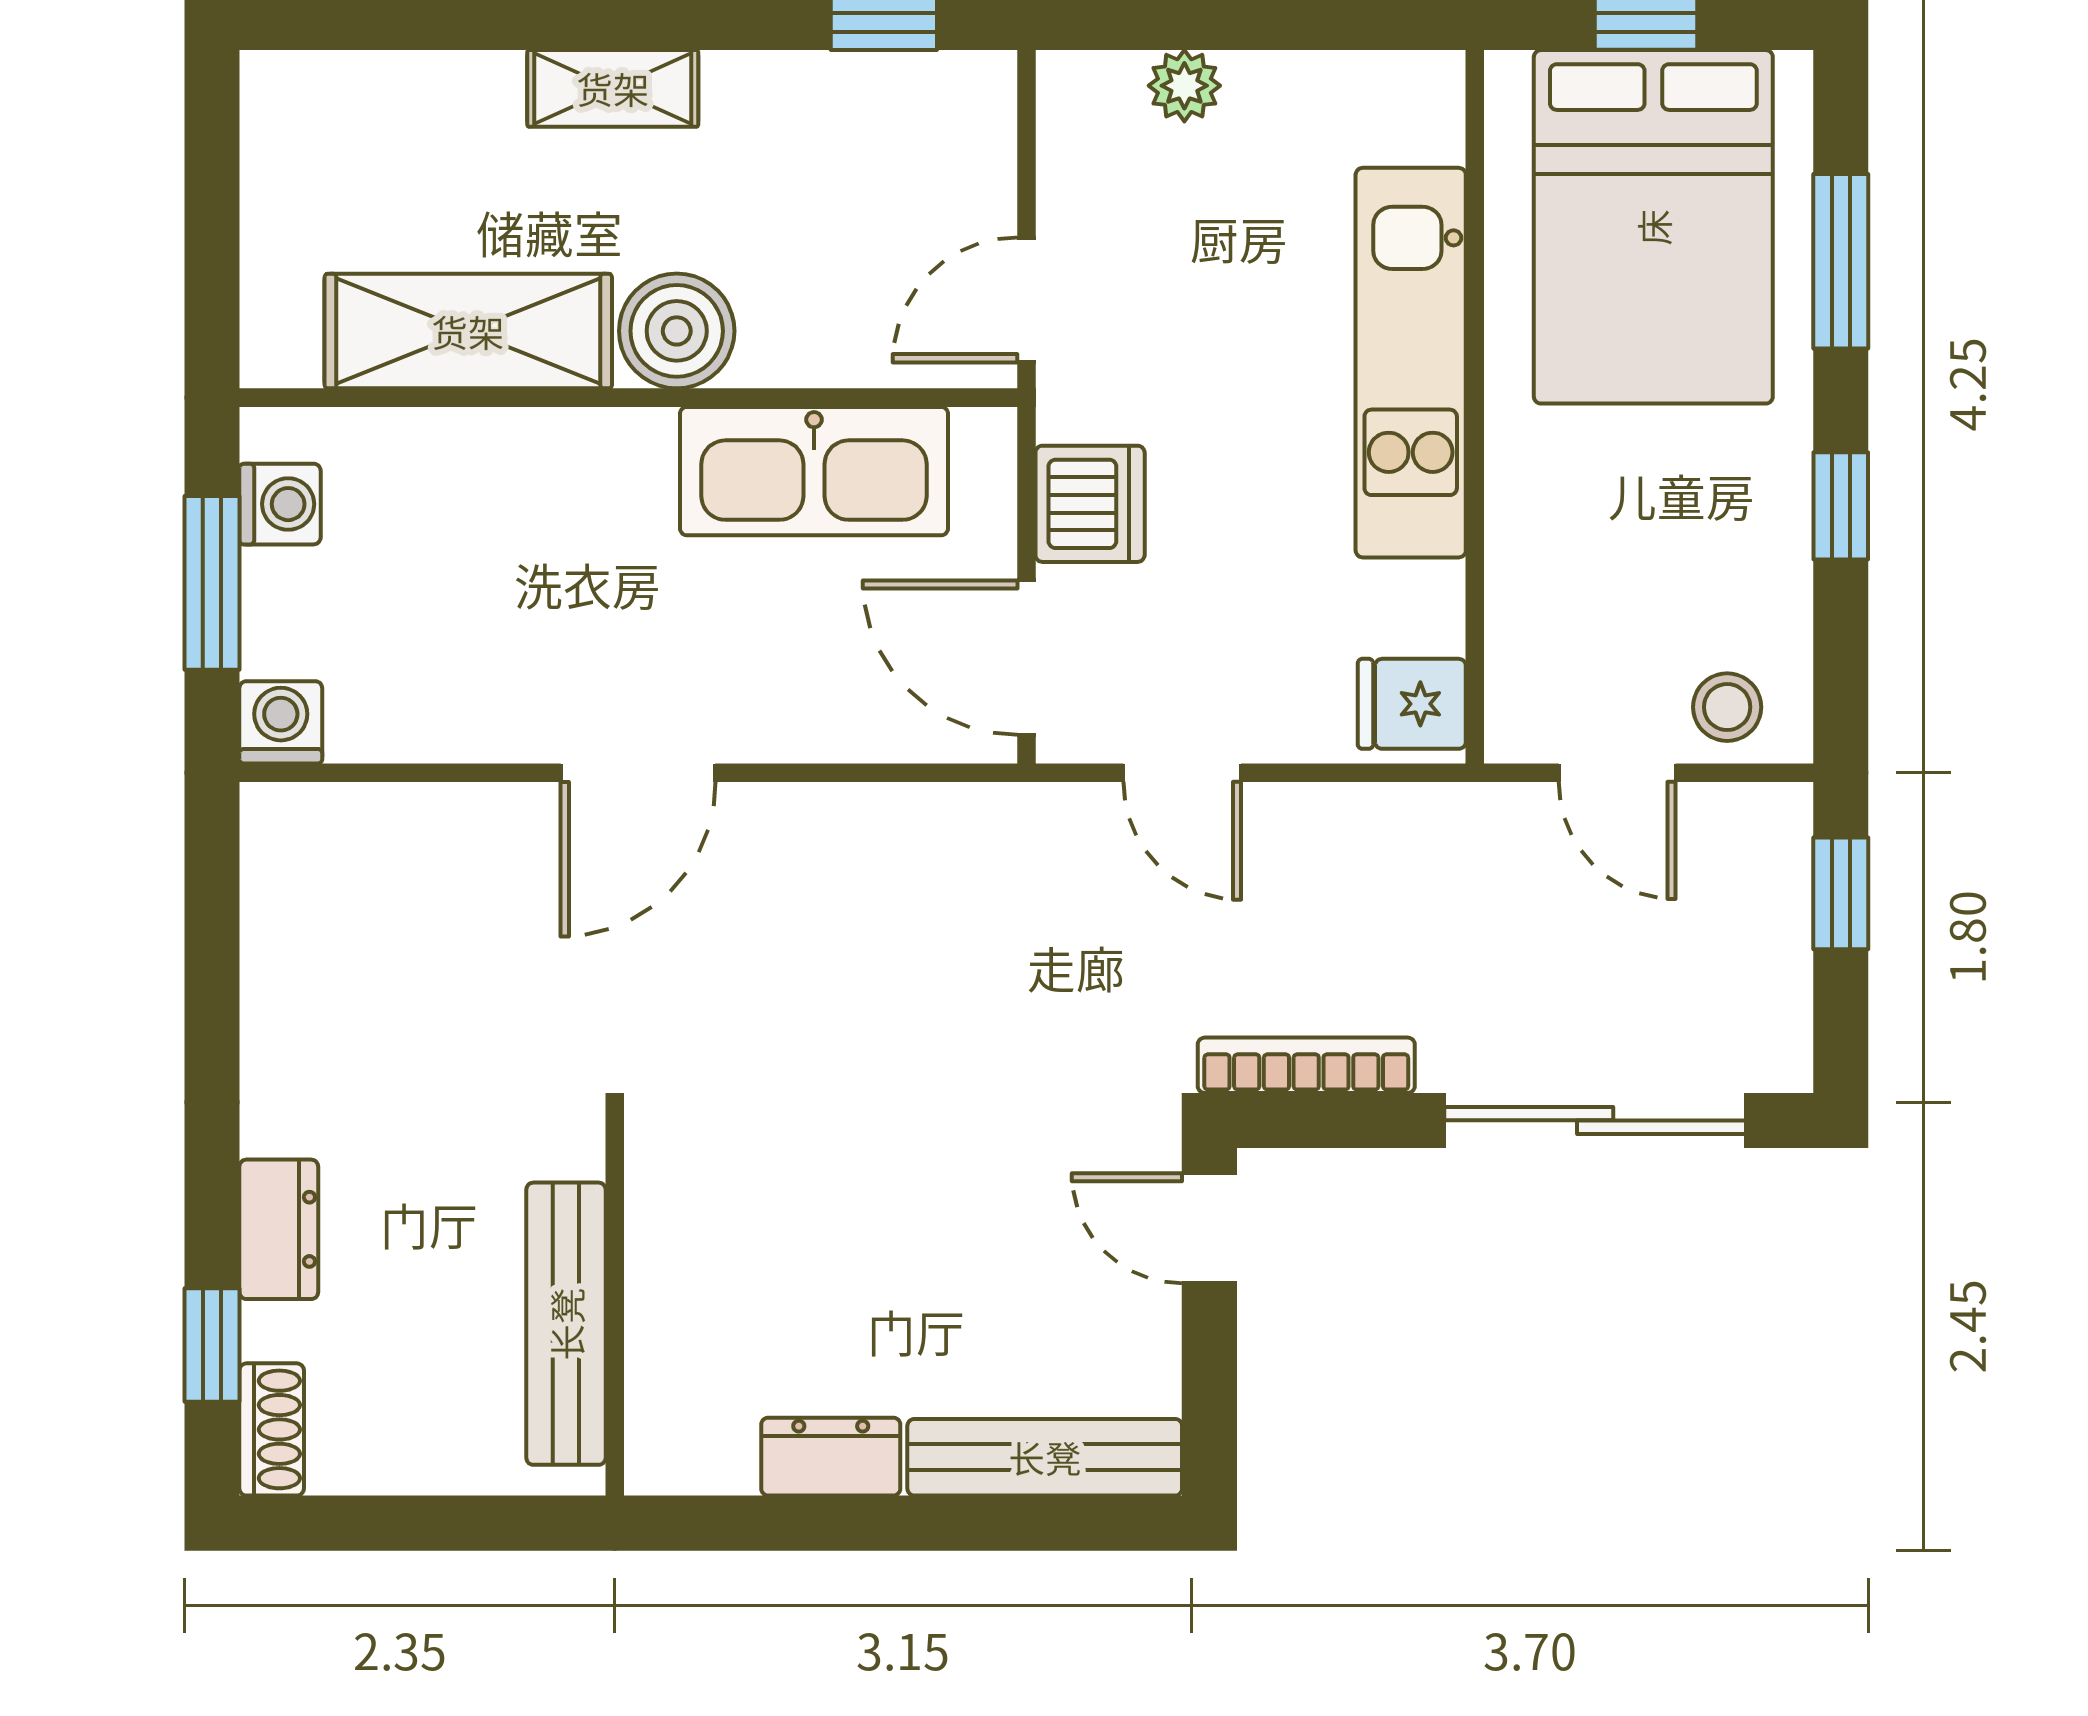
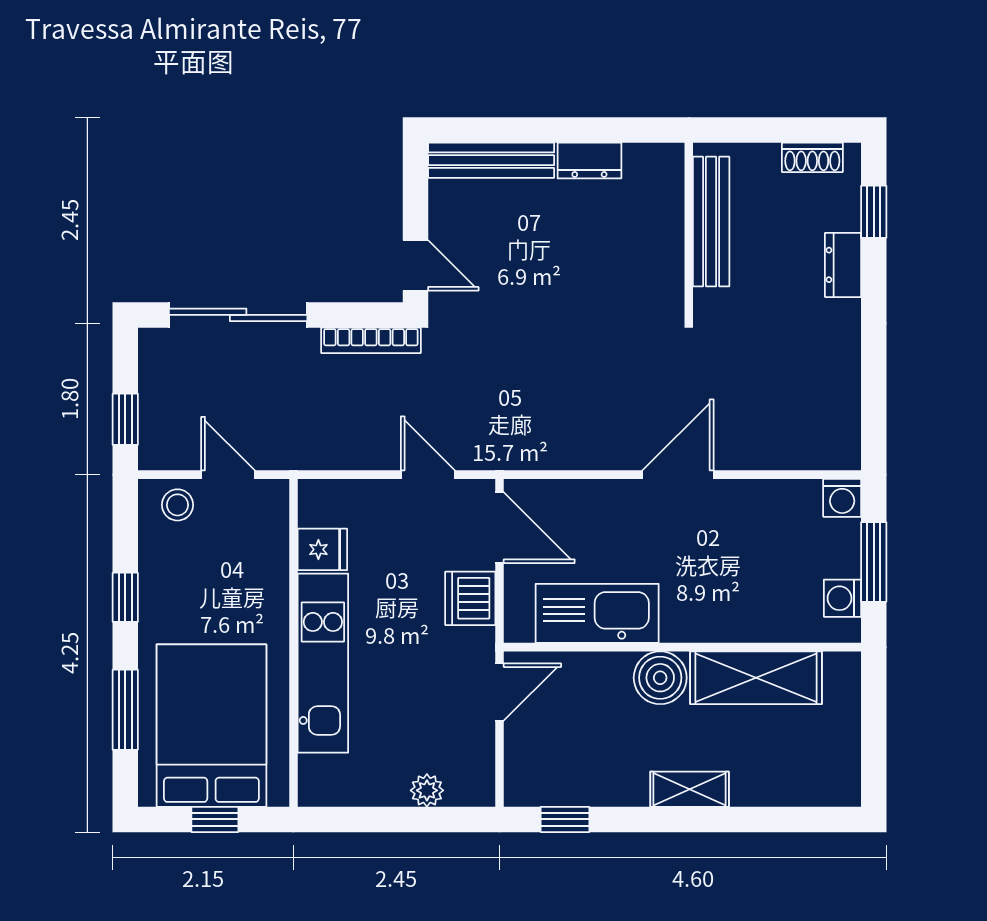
fridge: (1412, 704) -> (322, 549), moved
shoe rack: (272, 1429) -> (812, 157), moved, turned -90

